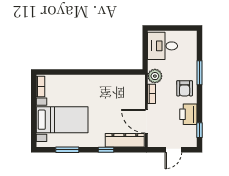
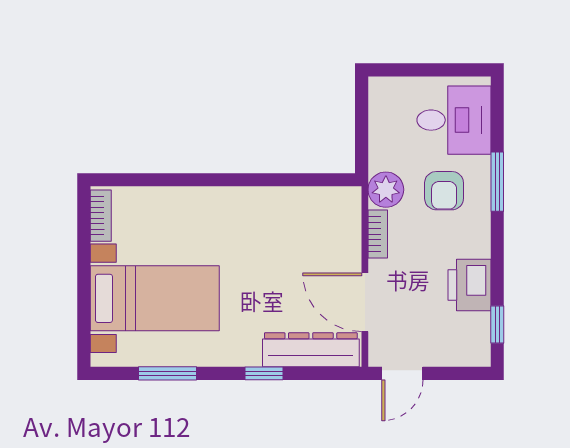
desk: (163, 46) -> (454, 120), moved, turned 180
armchair: (185, 88) -> (444, 191), moved
door: (173, 150) -> (402, 373), moved

